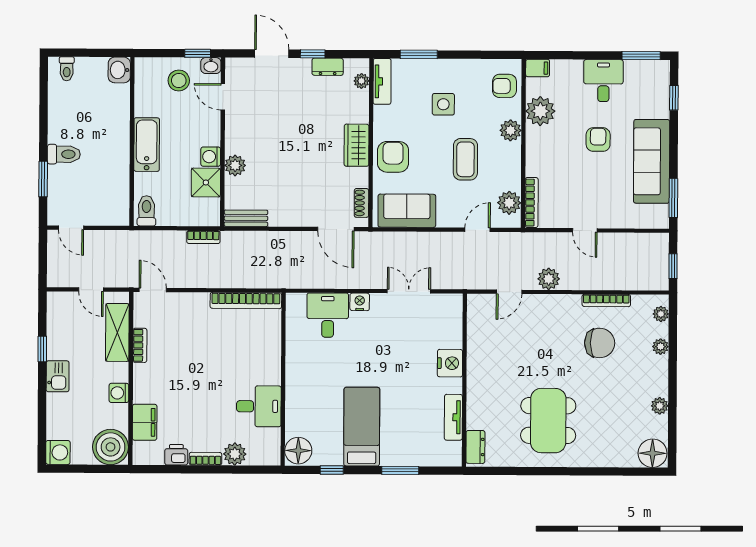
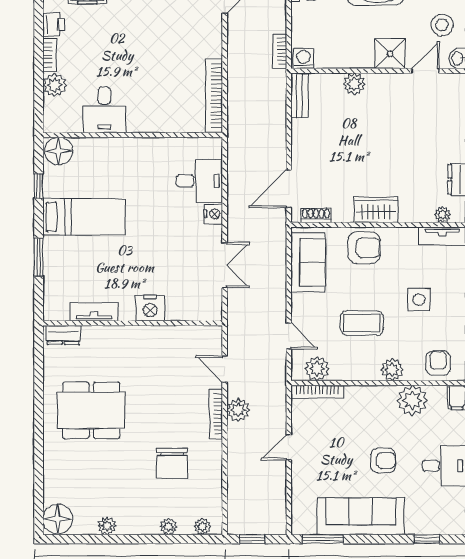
washing machine: (211, 157) -> (303, 59), moved
shower: (206, 182) -> (390, 54), moved
bookcase: (606, 301) -> (216, 414), moved

